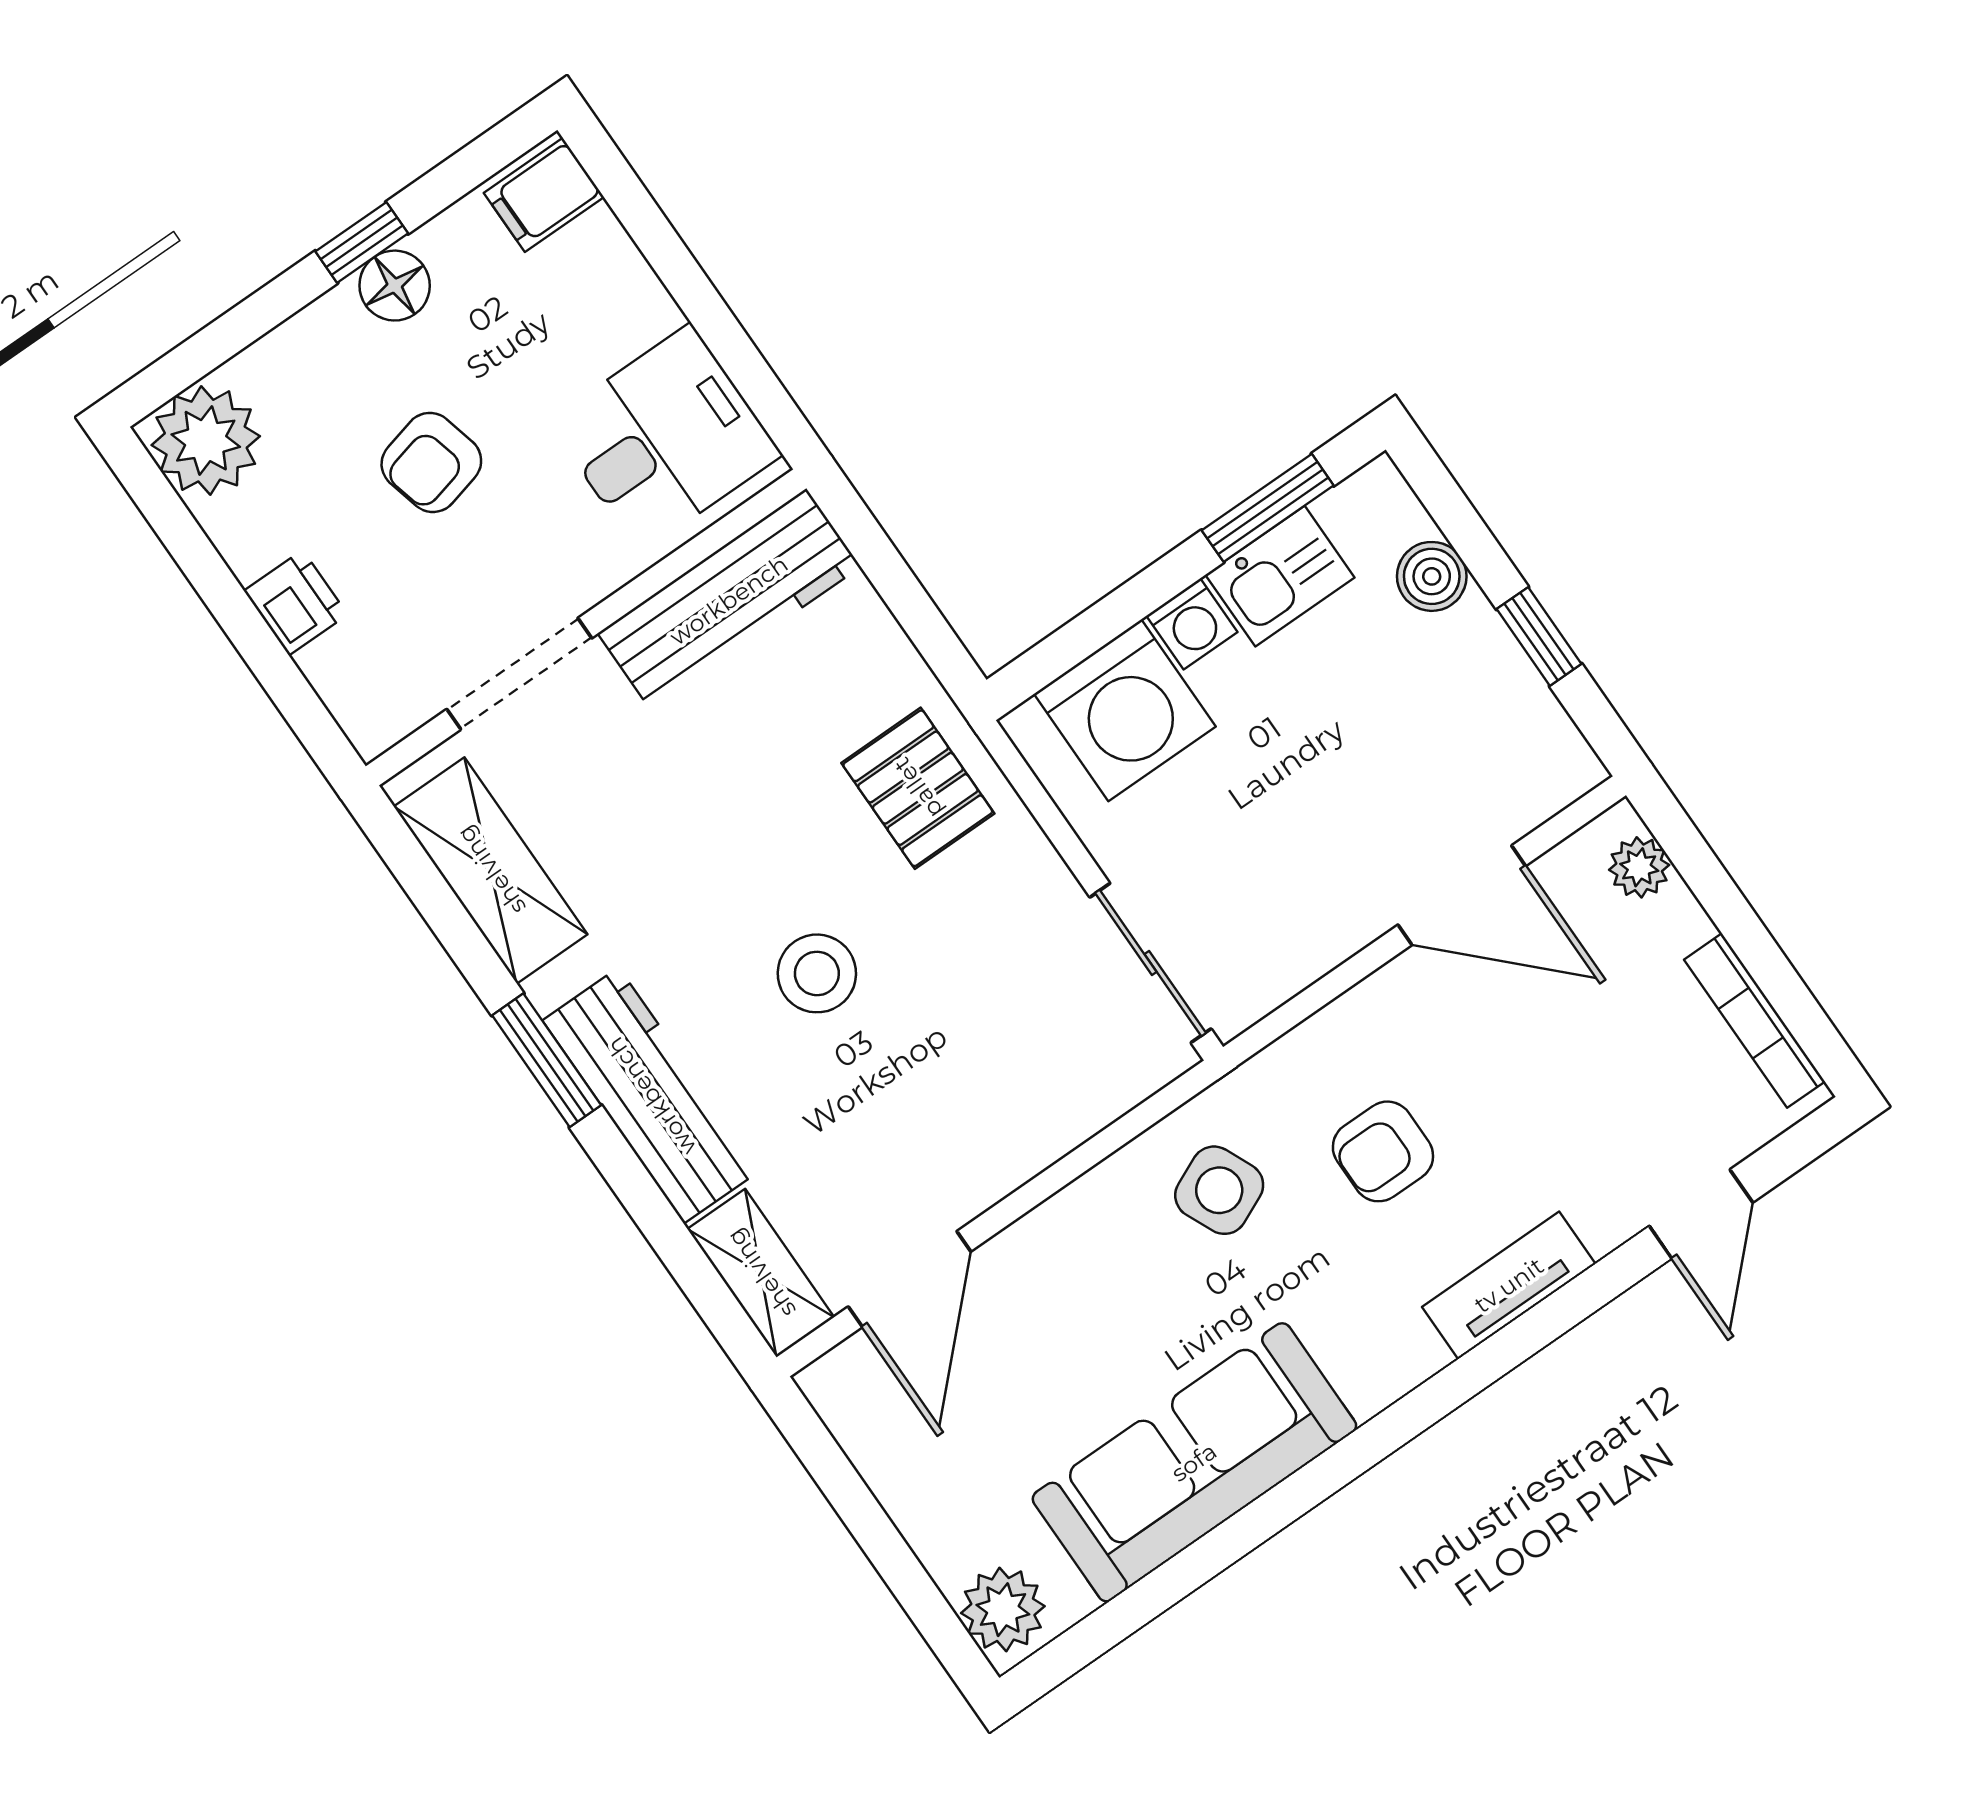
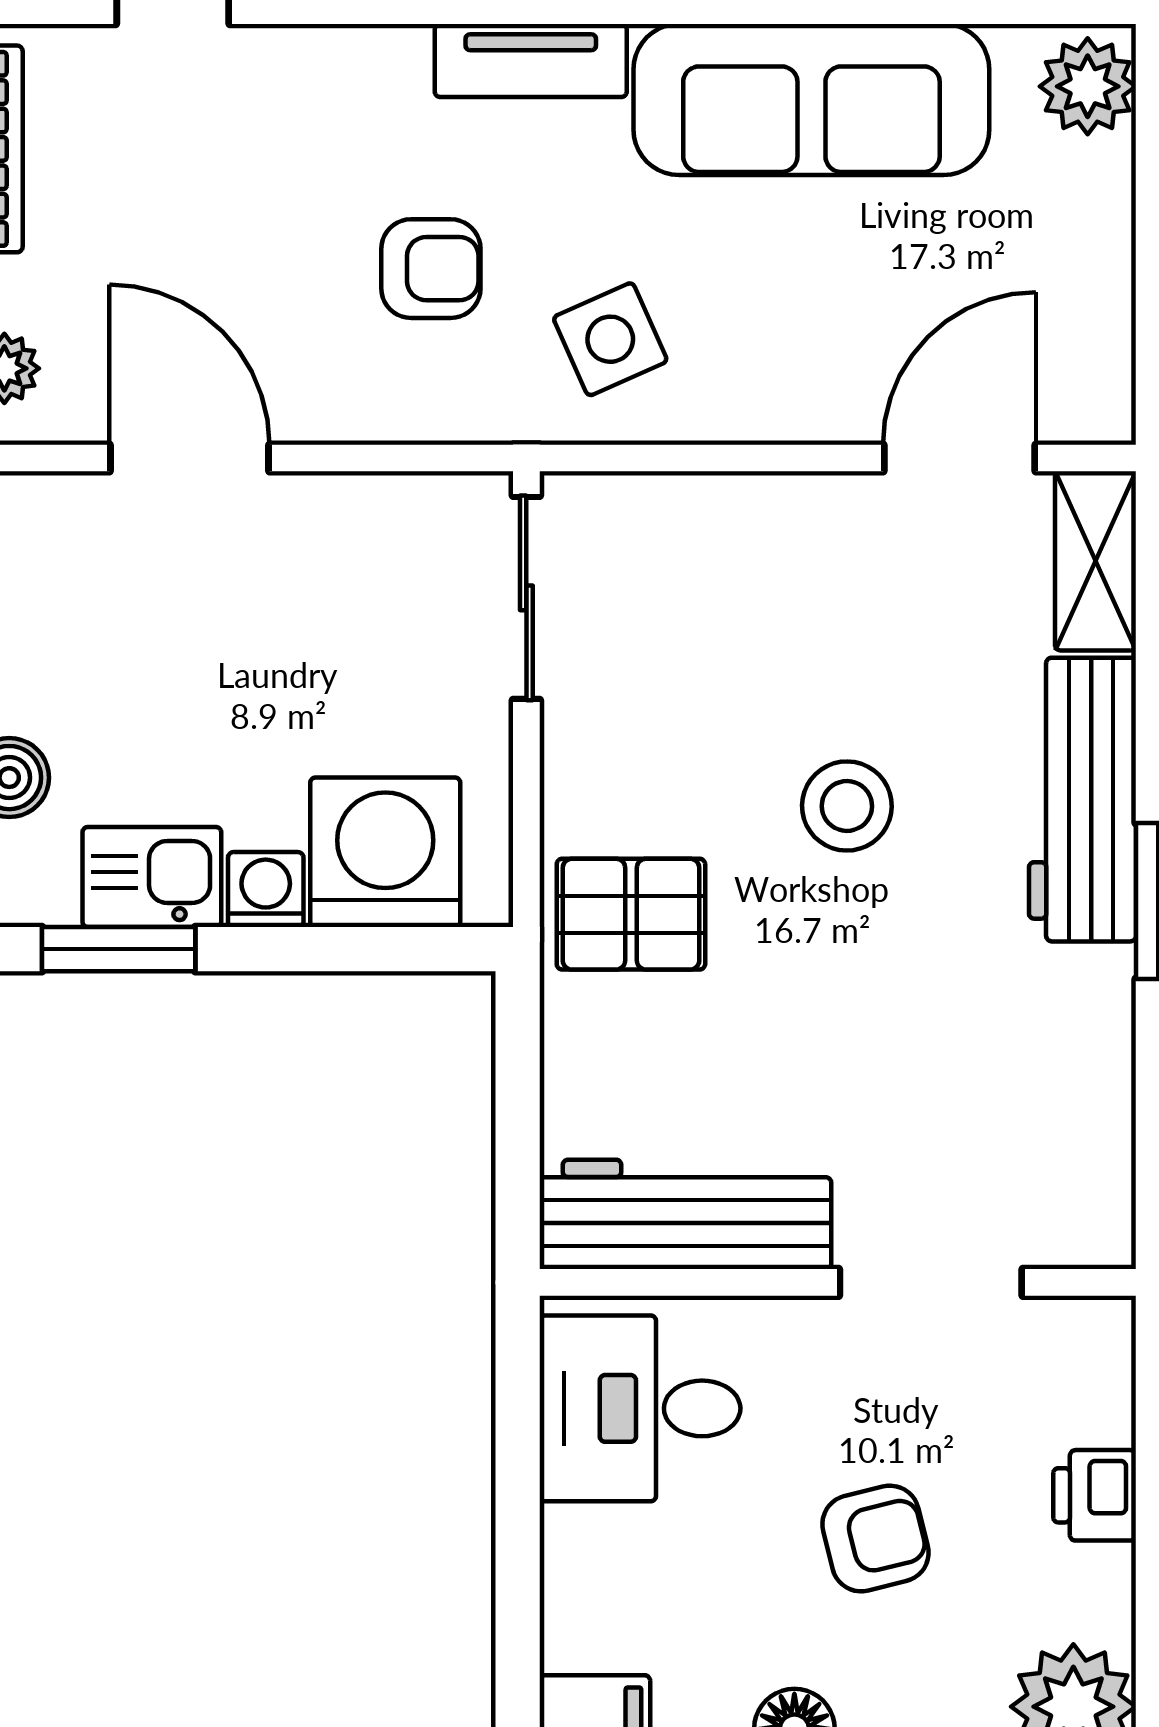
pallet: (918, 788) -> (631, 914), turned 90
shelving: (491, 870) -> (1086, 1116), removed
tv unit: (1509, 1285) -> (531, 61), moved

